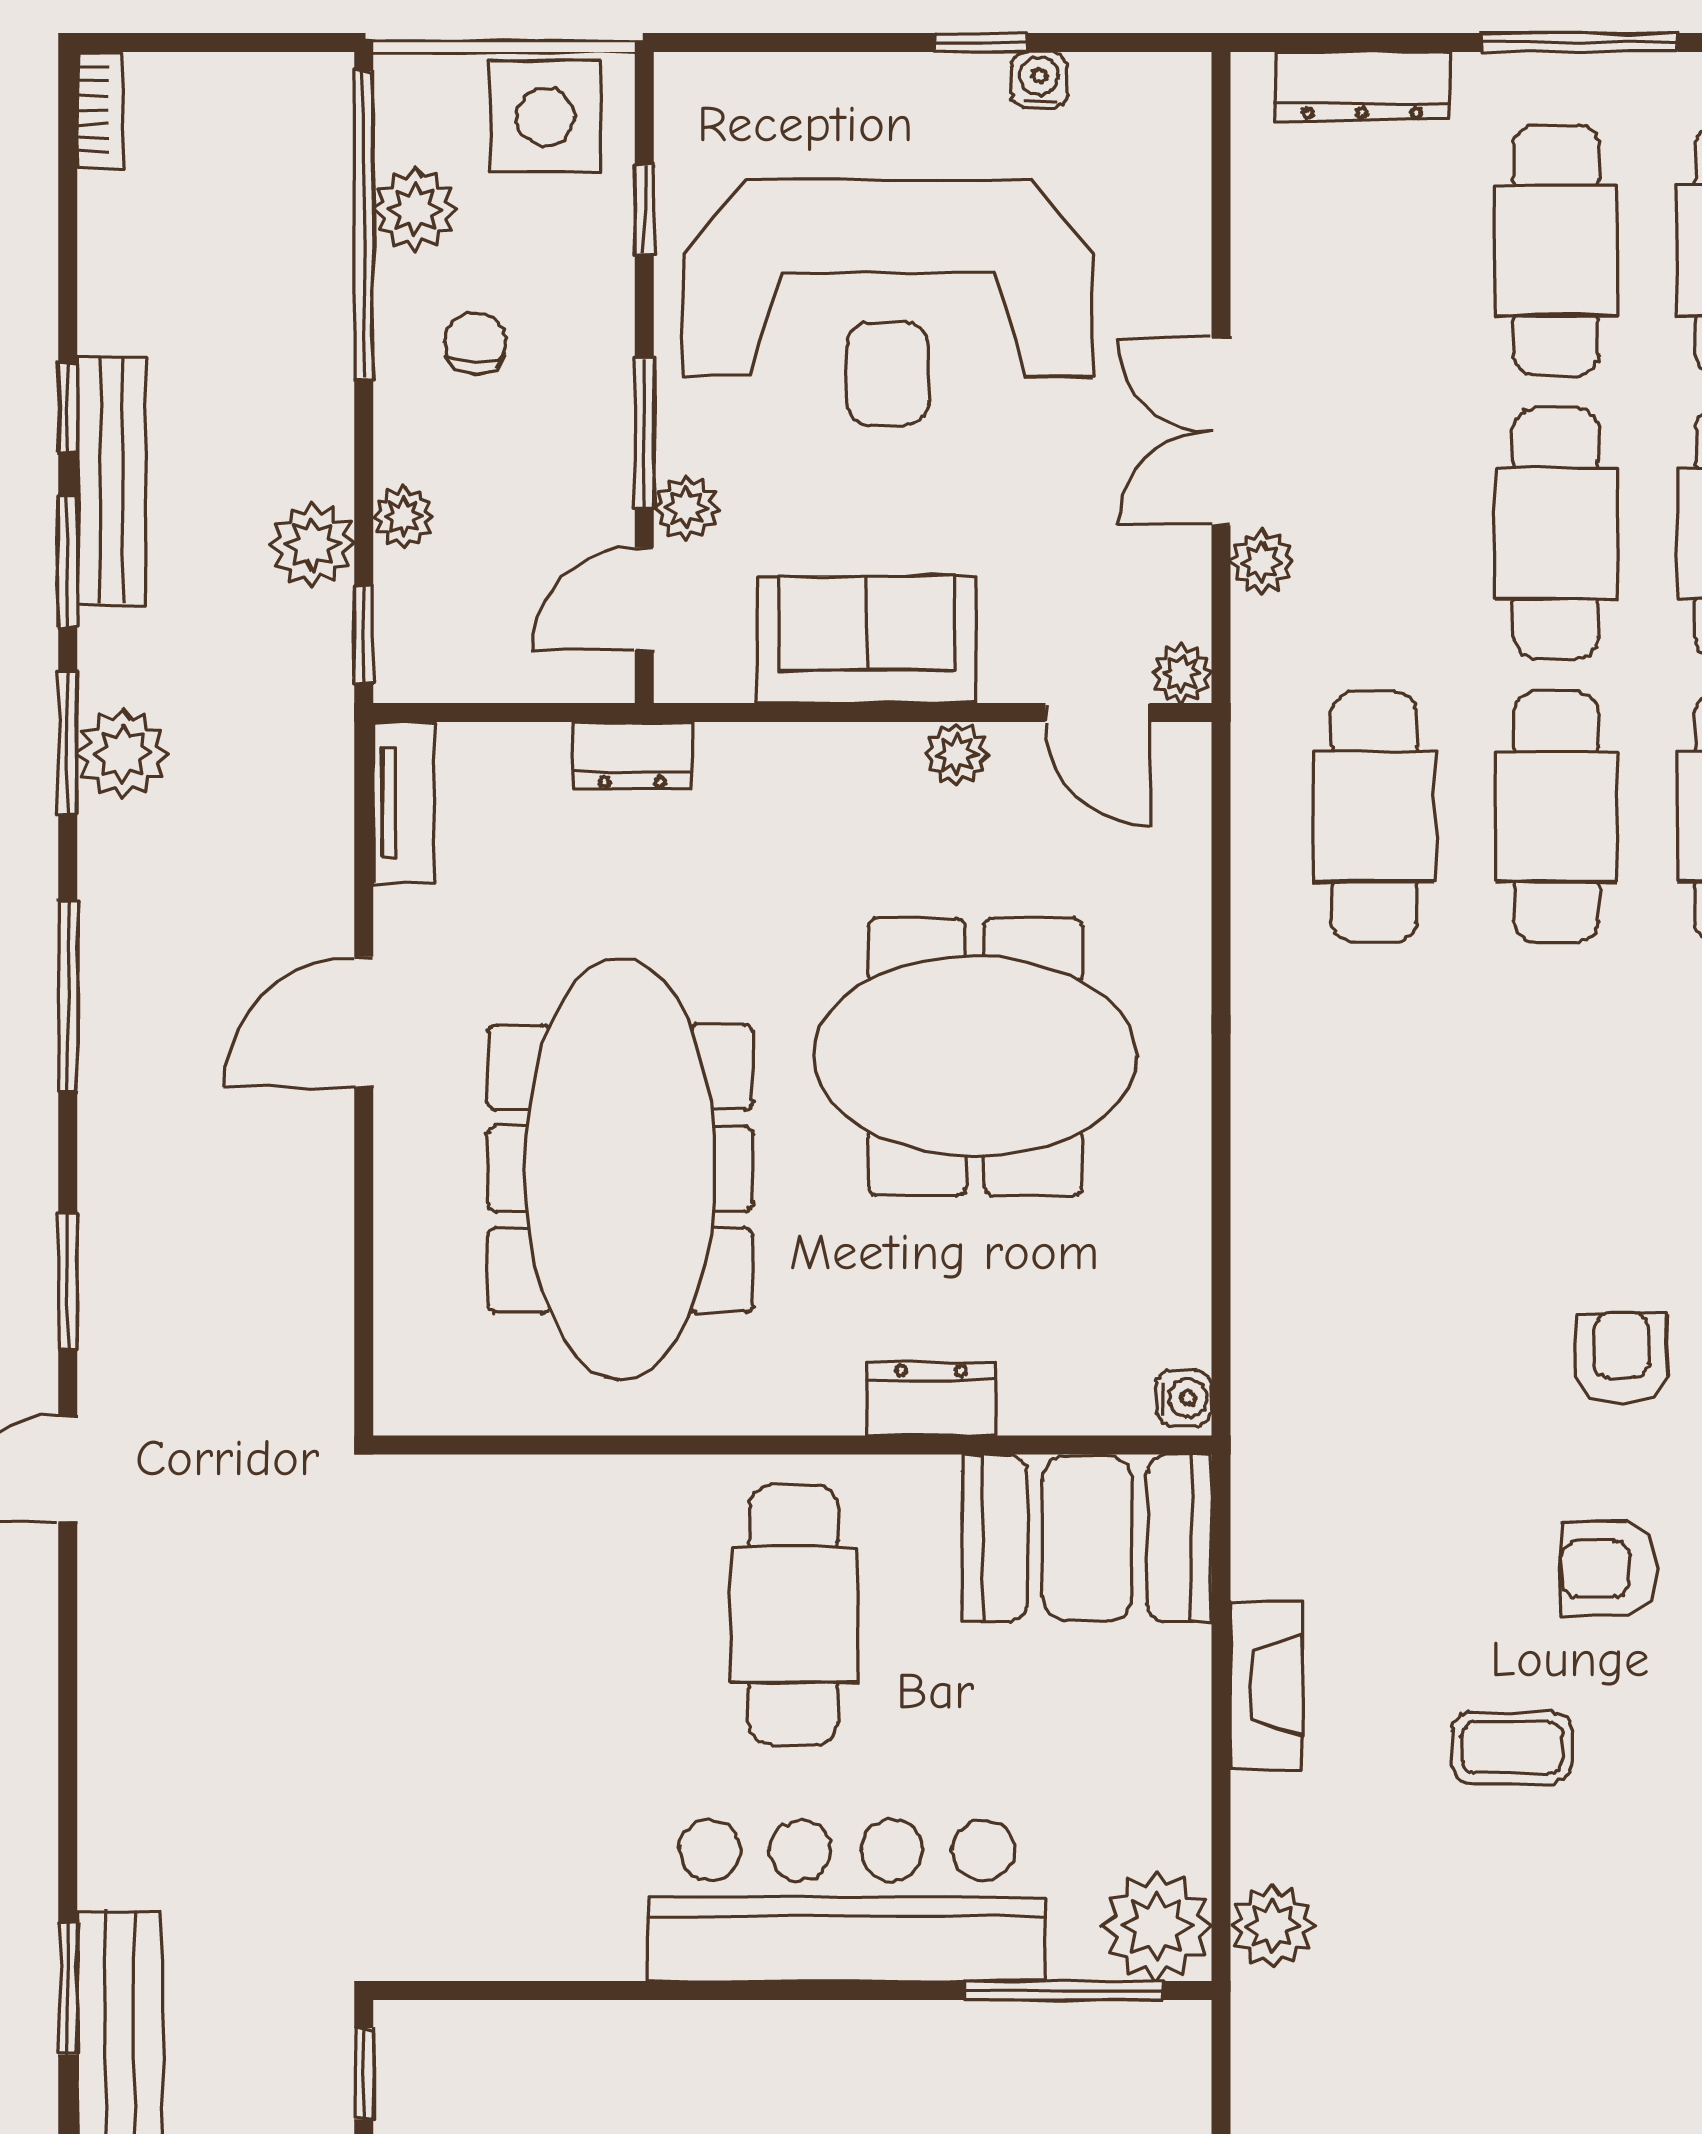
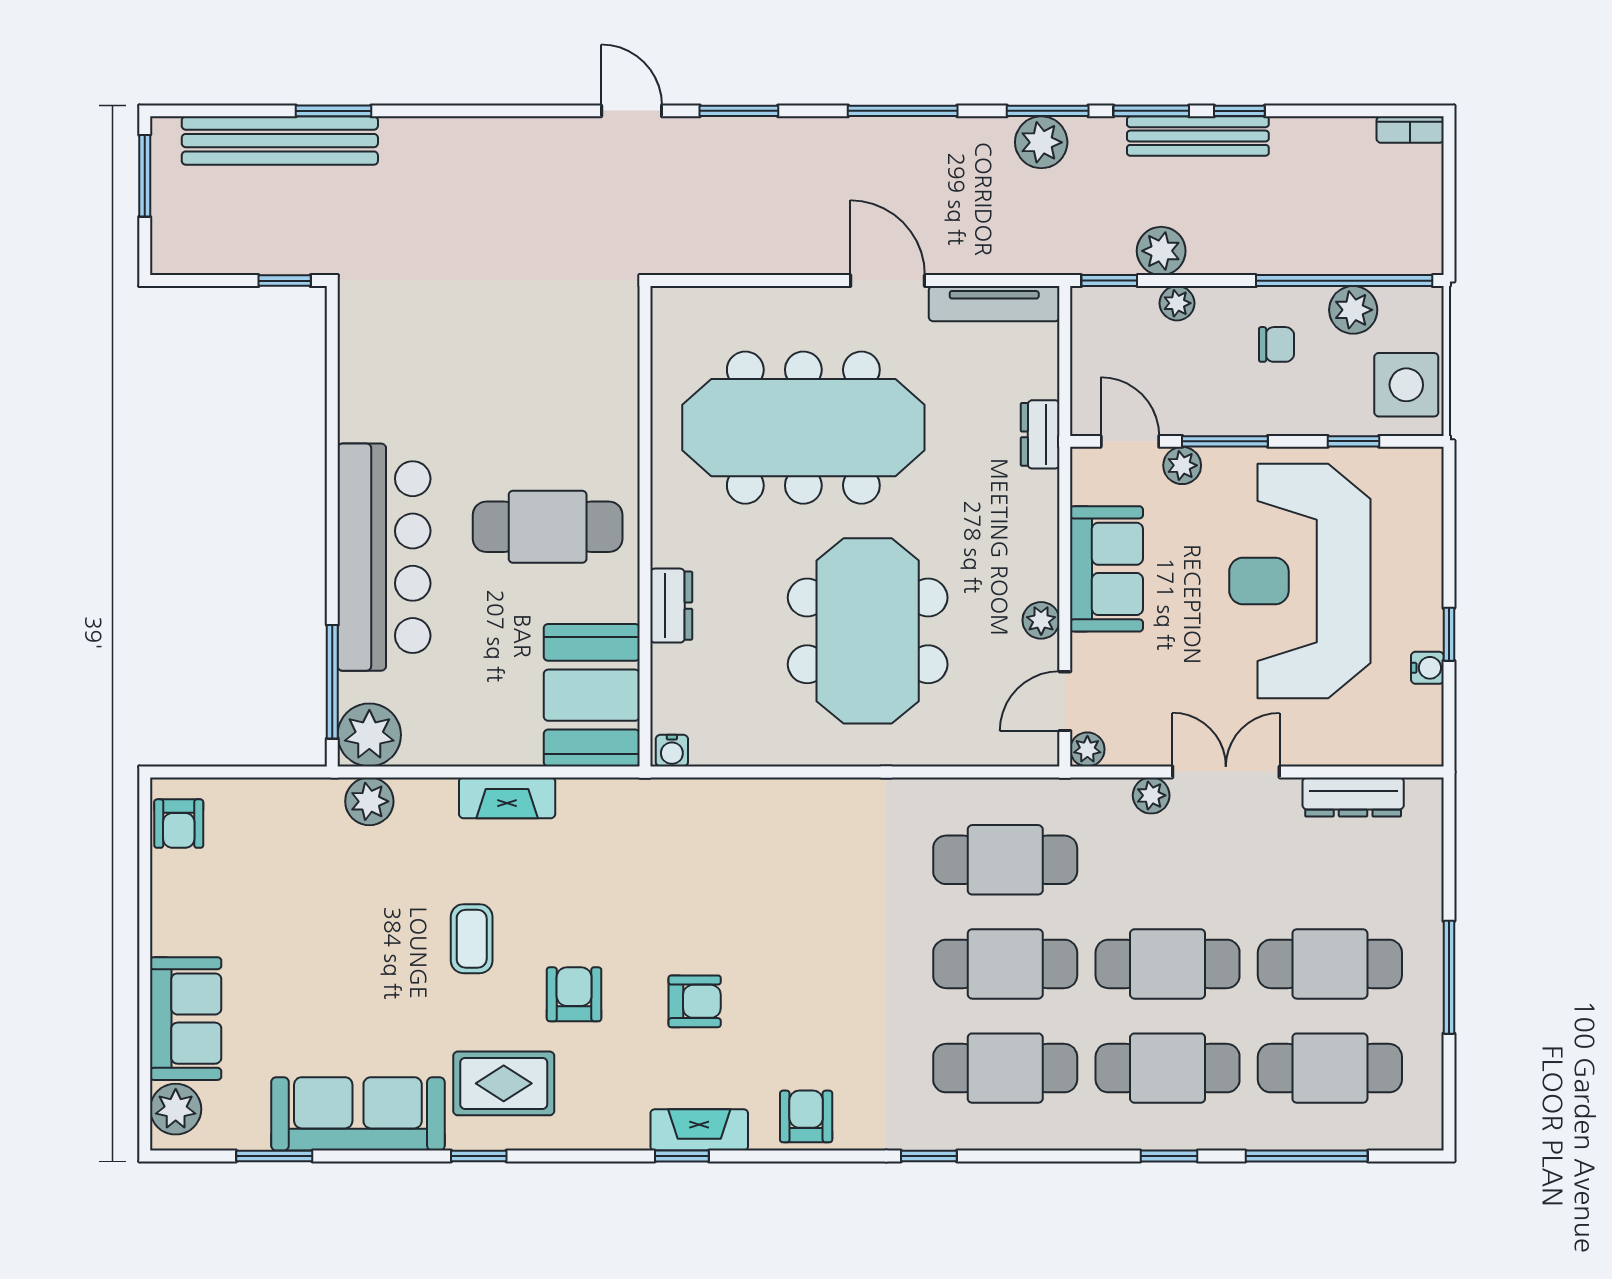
dresser: (1362, 86) -> (1353, 797), moved, turned -90
tv unit: (404, 803) -> (994, 304), width x1.41

